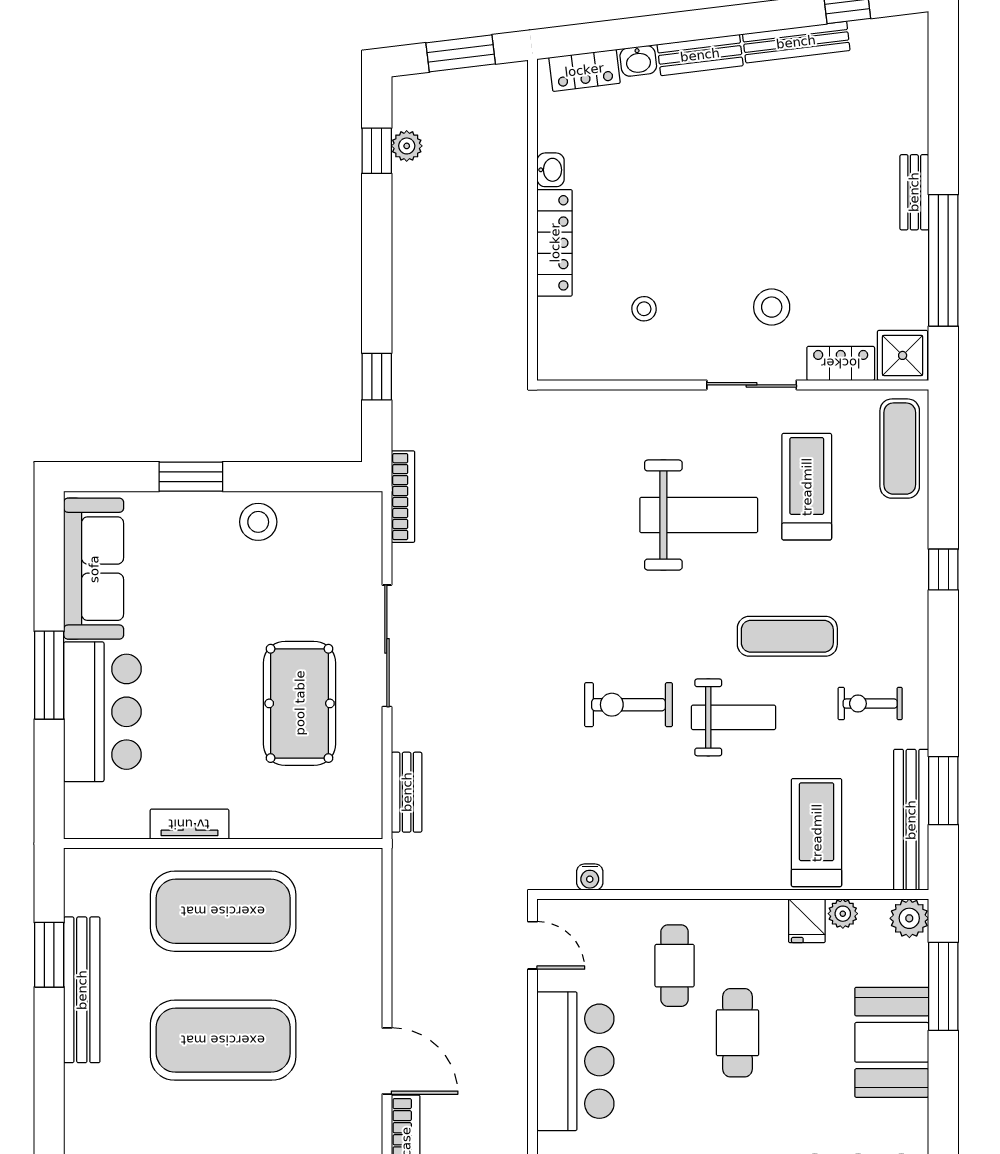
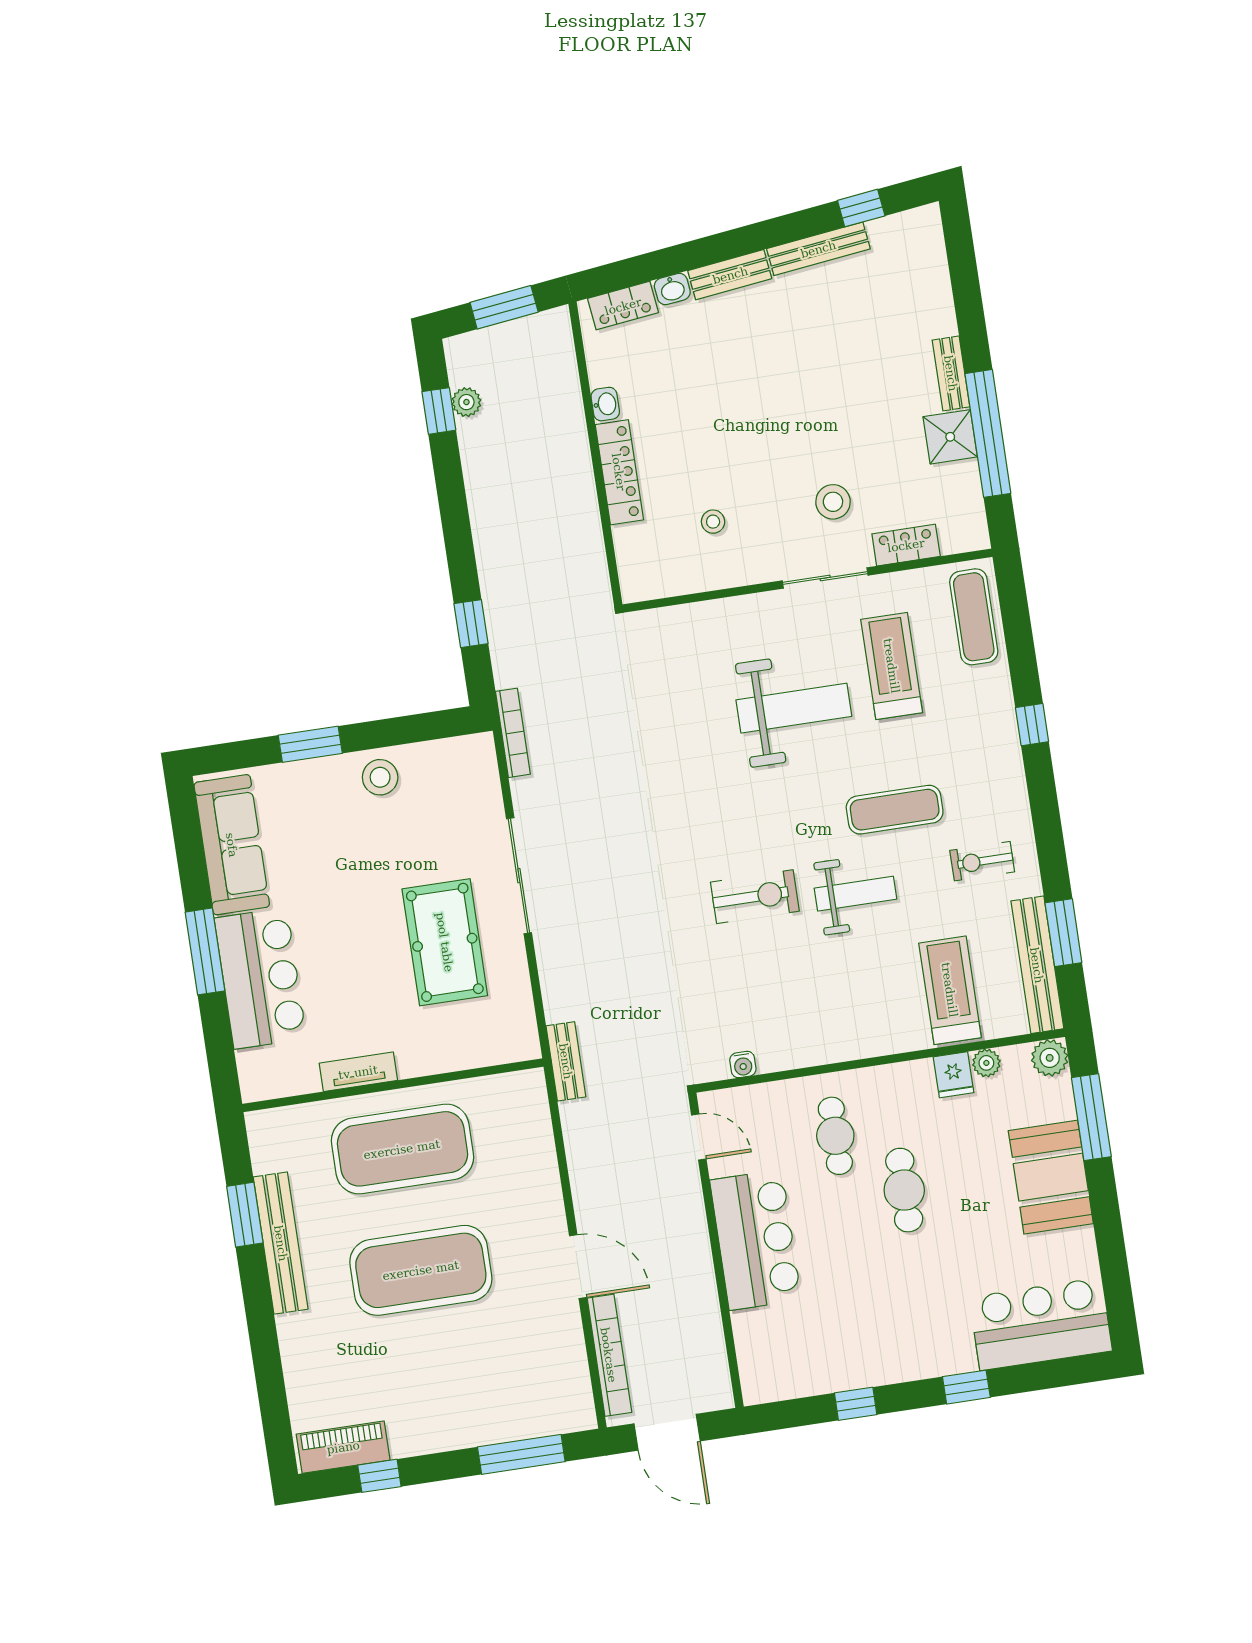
shower: (903, 355) -> (950, 437), moved
exercise bike: (629, 705) -> (755, 897), turned 180
bench: (407, 792) -> (566, 1061), moved

